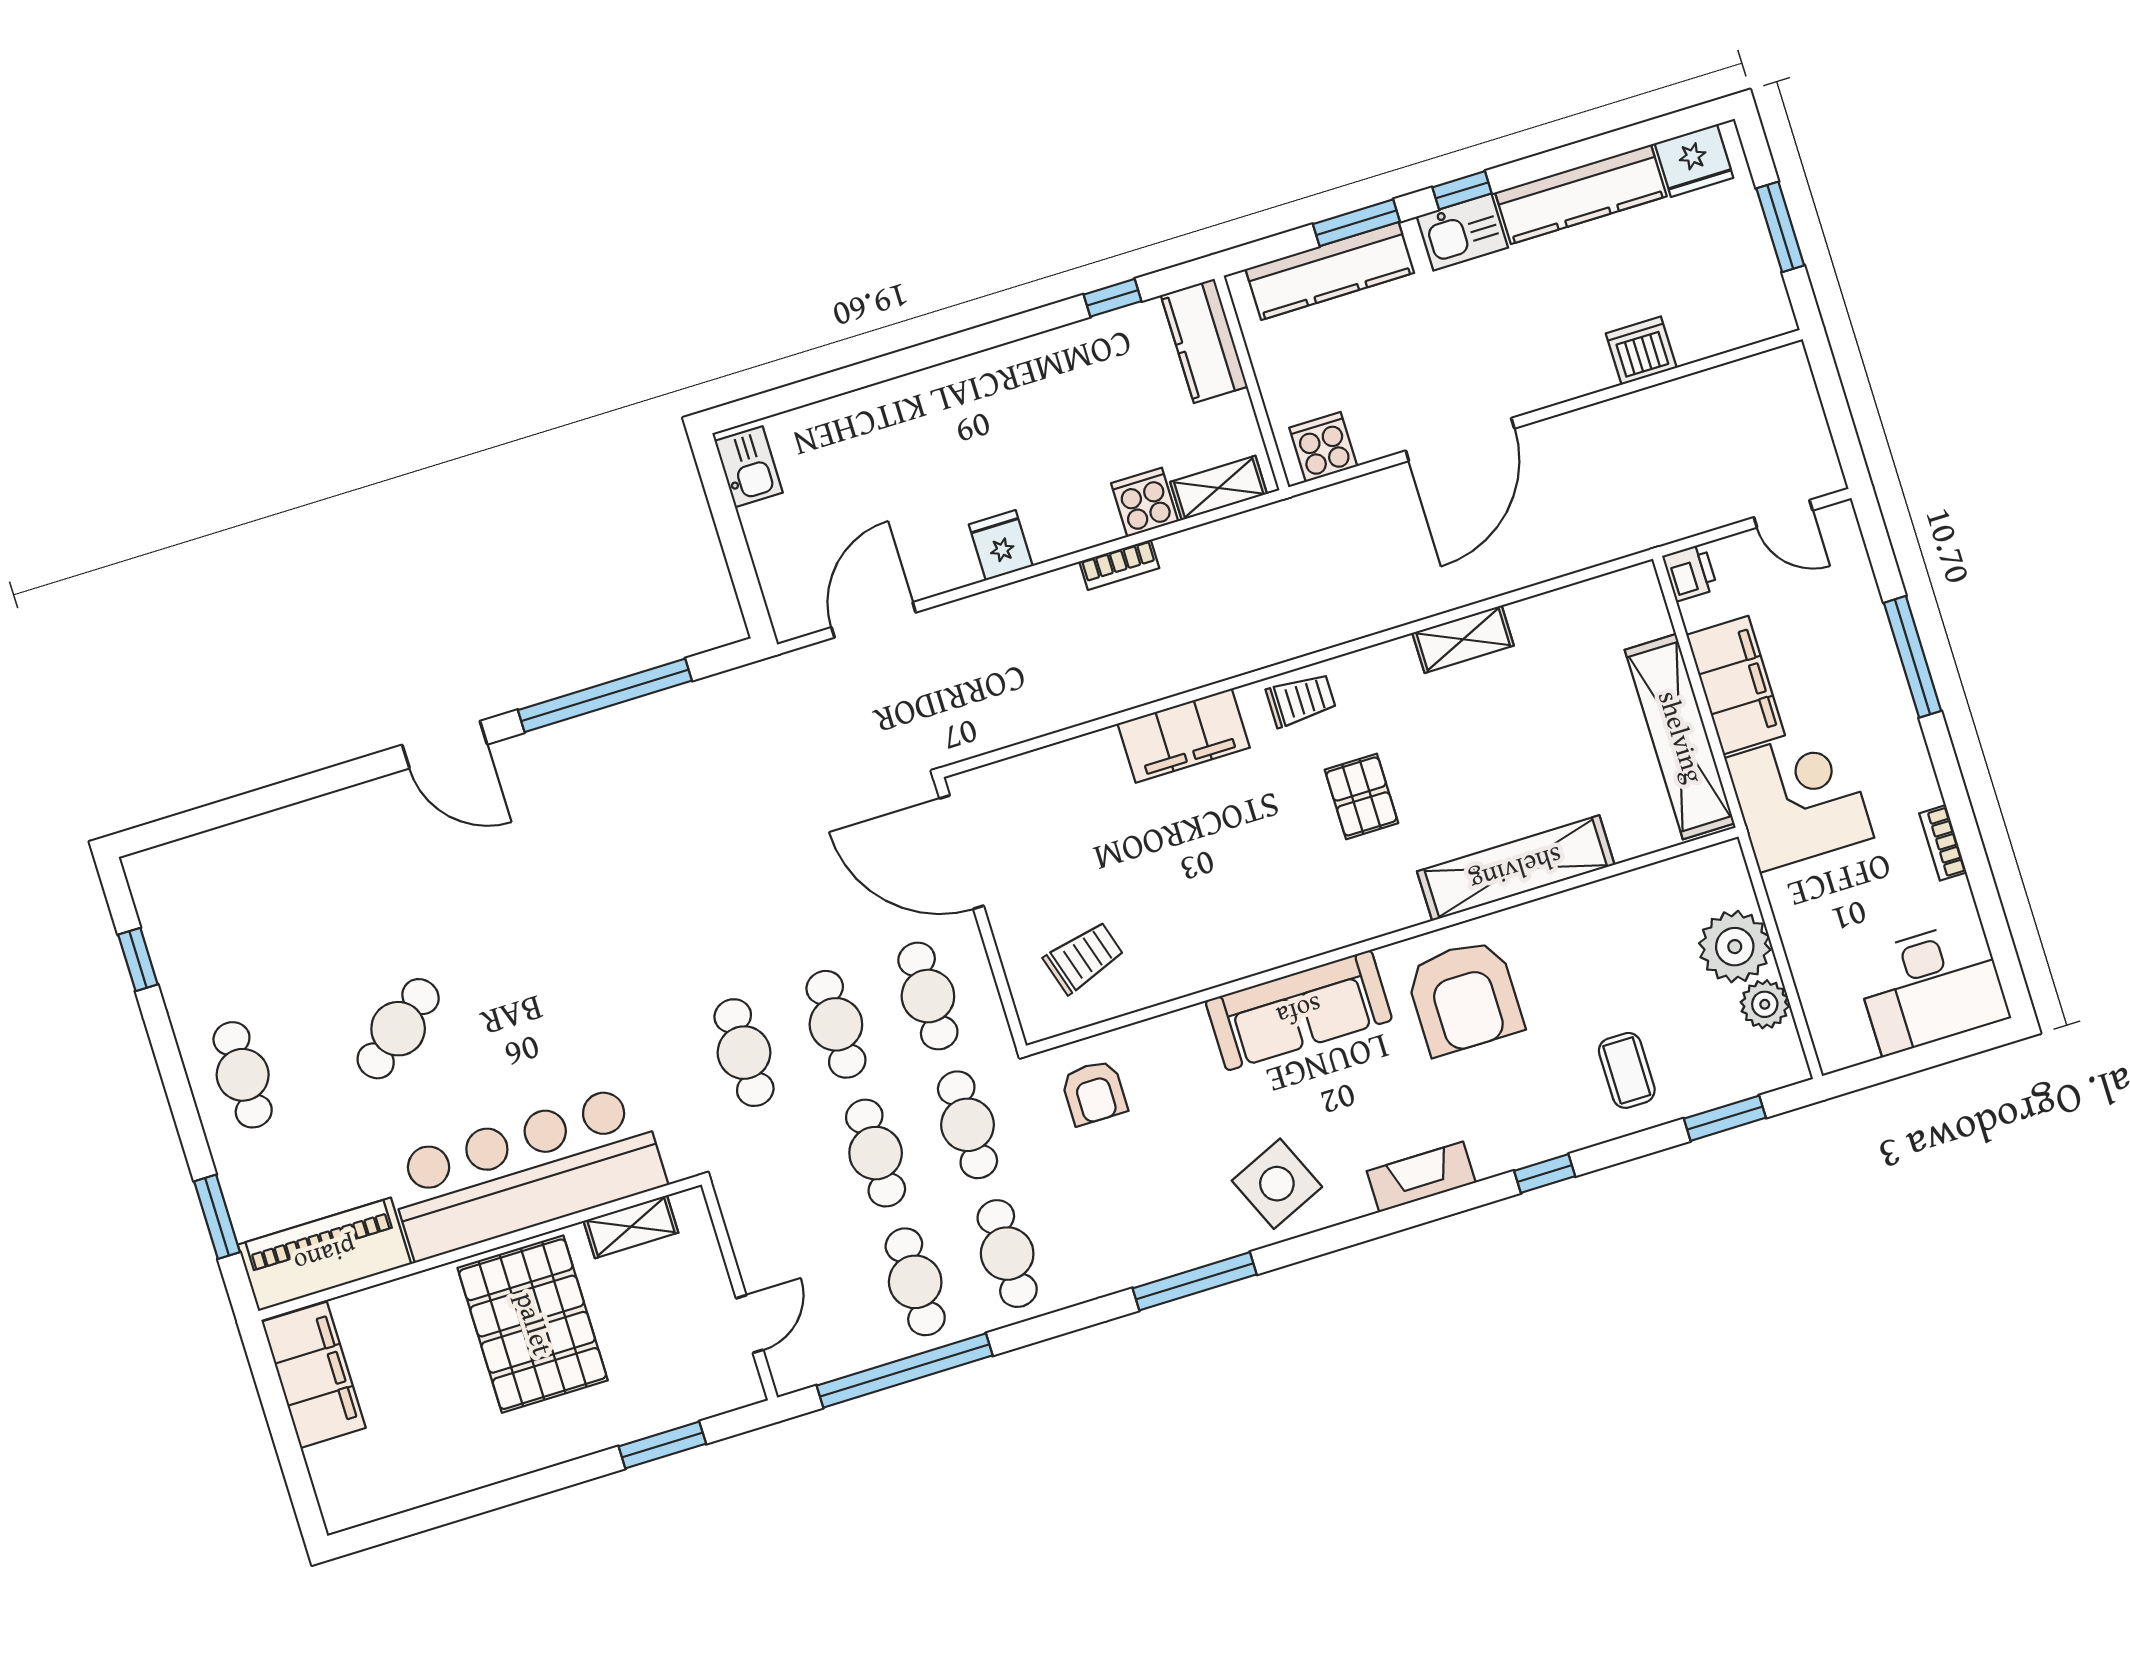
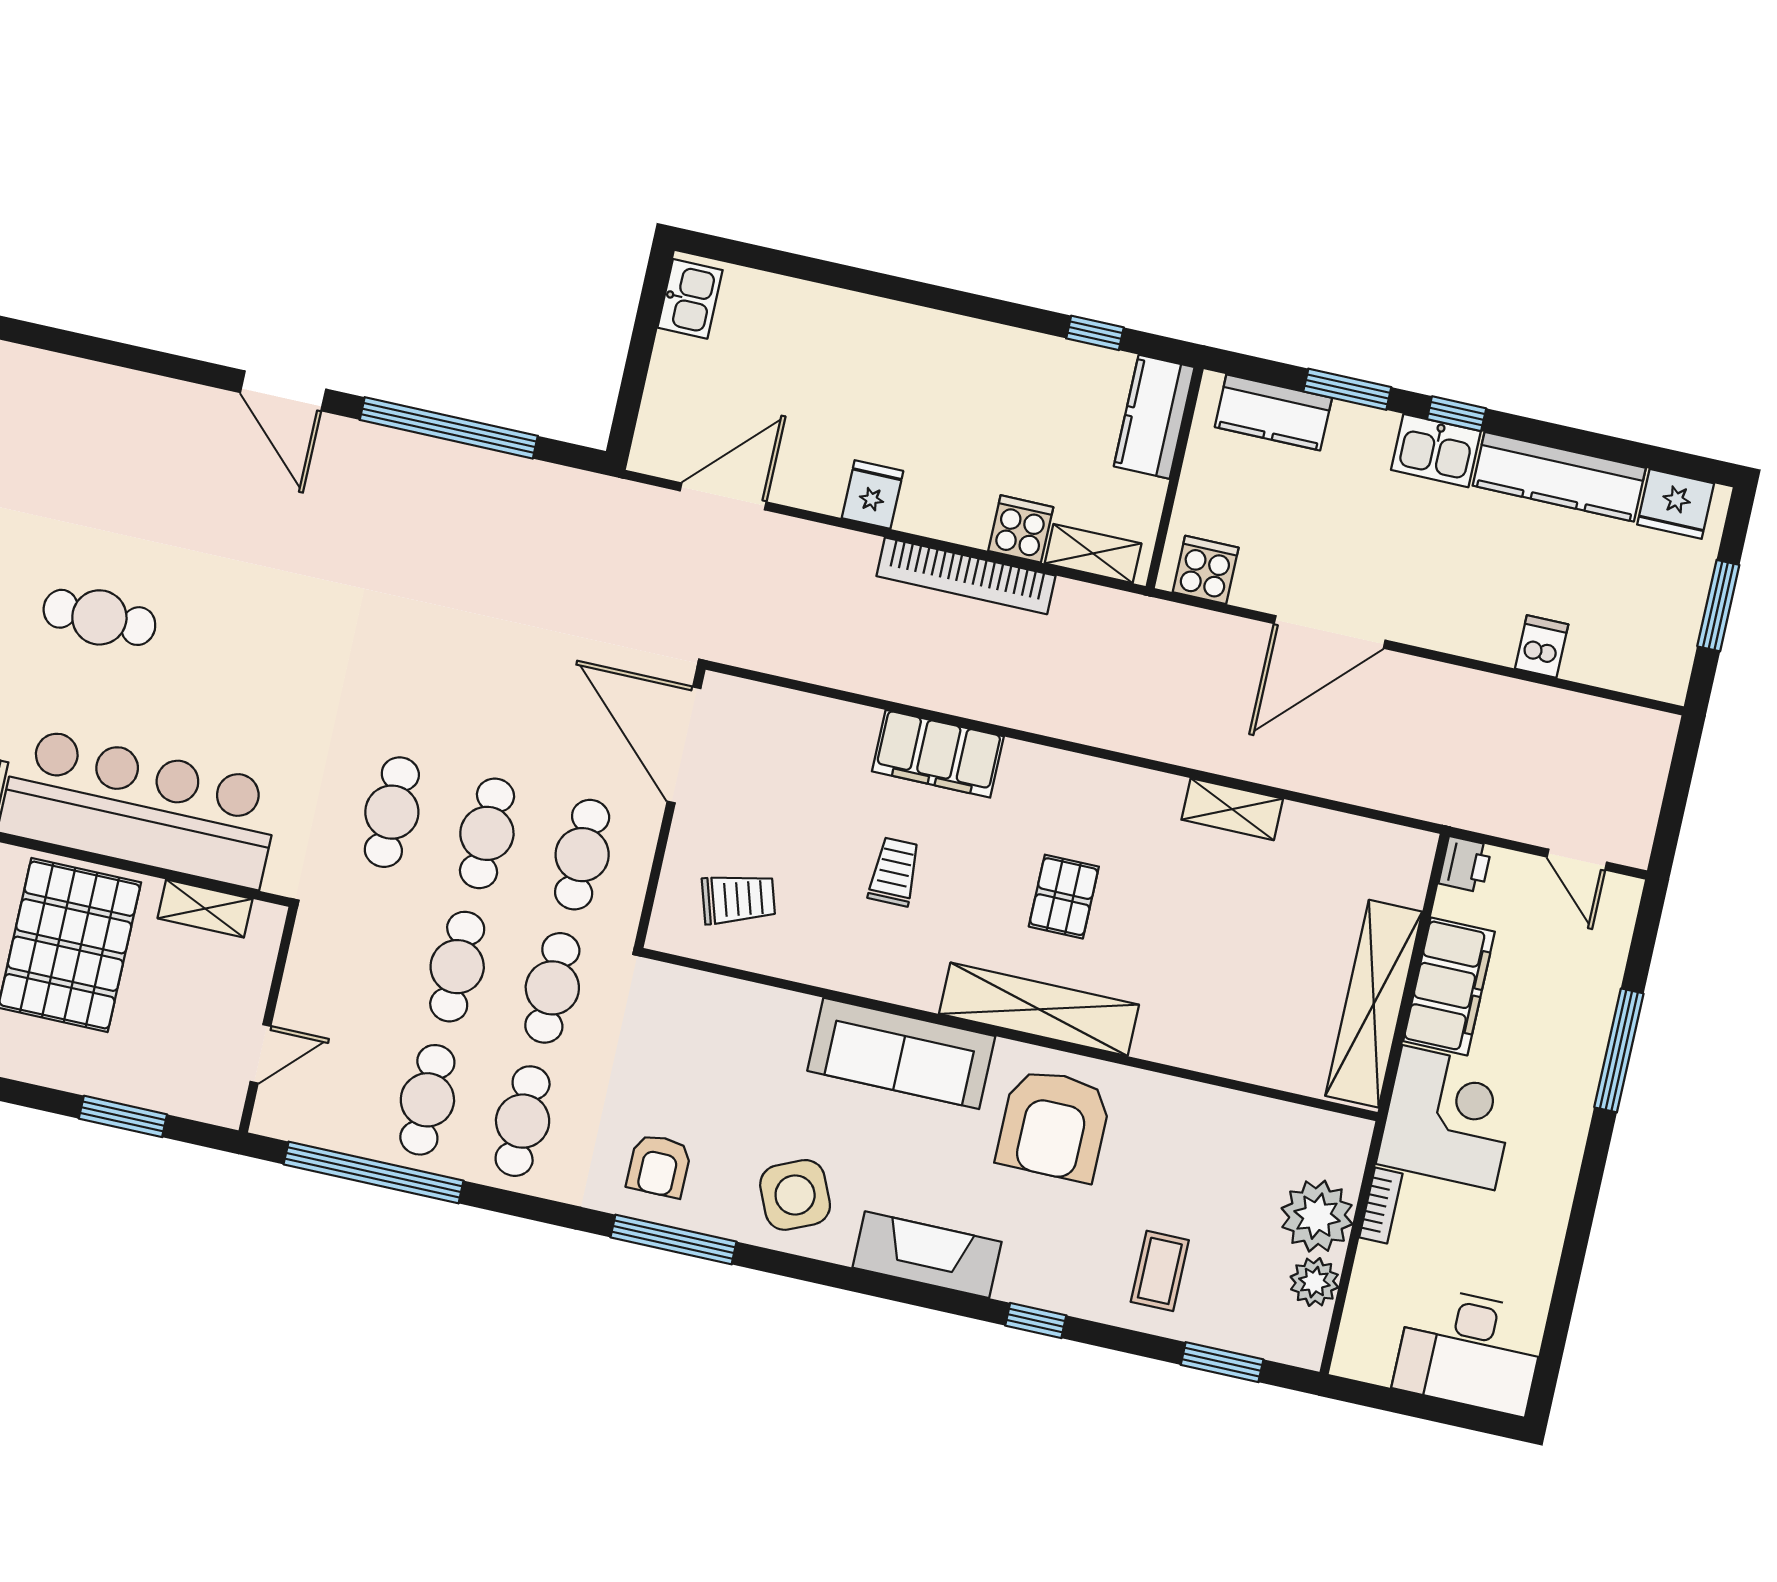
kitchen counter: (1330, 271) -> (1273, 412), width x0.67
dishwasher: (1641, 351) -> (1542, 646), width x0.73
bookcase: (1119, 565) -> (966, 576), width x2.31, depth x1.31
trolley: (1301, 700) -> (894, 872), moved, turned -90
bookcase: (1943, 843) -> (1381, 1206), moved, turned 180
shelving: (1516, 868) -> (1039, 1009), moved
cafe table: (398, 1029) -> (99, 617), turned 38
armchair: (1094, 1093) -> (659, 1166), moved
fireplace: (1421, 1177) -> (927, 1255), width x1.37, depth x1.32

